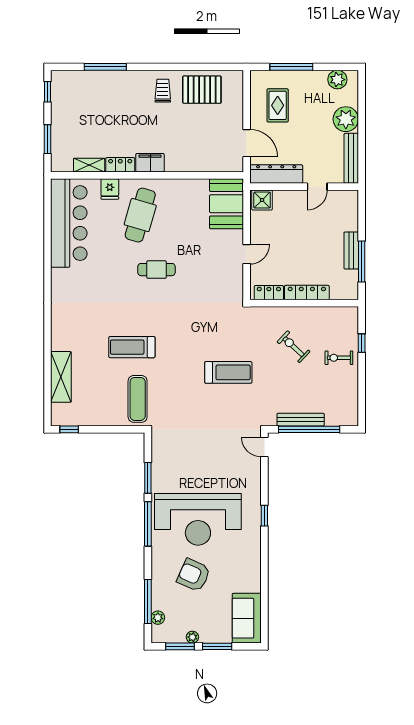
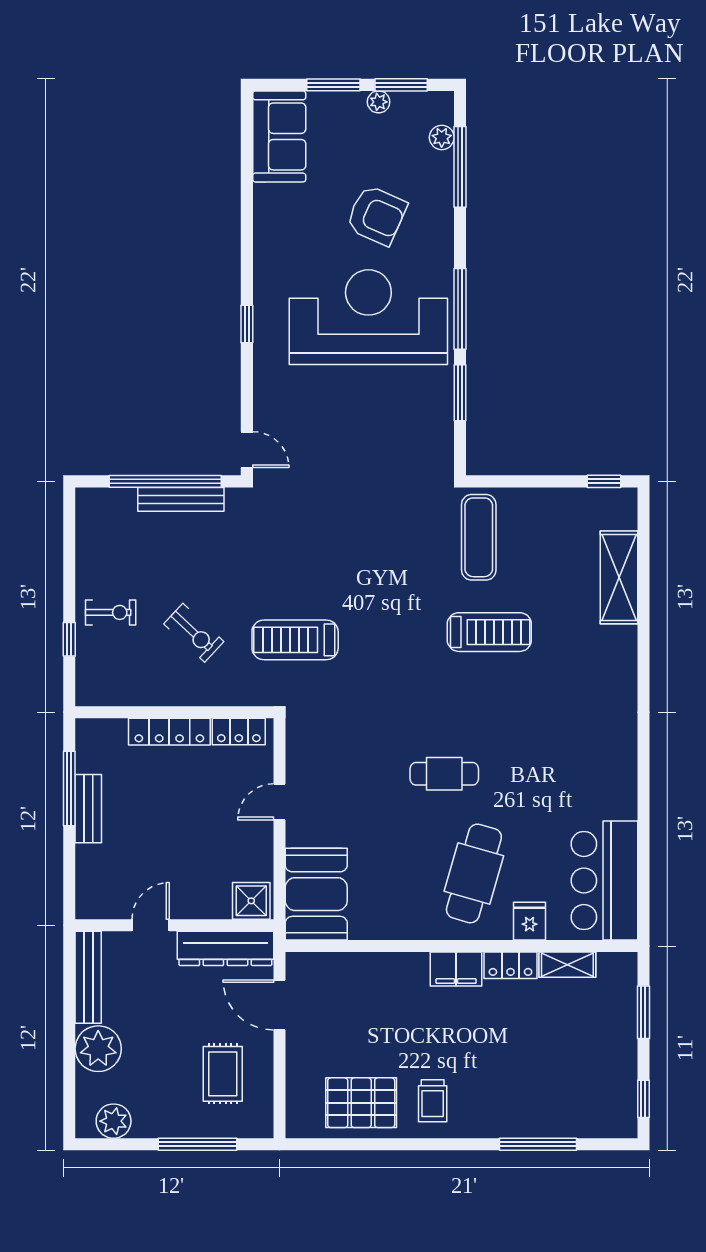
bar counter: (69, 223) -> (604, 880), width x0.73
treadmill: (228, 372) -> (295, 640), moved

